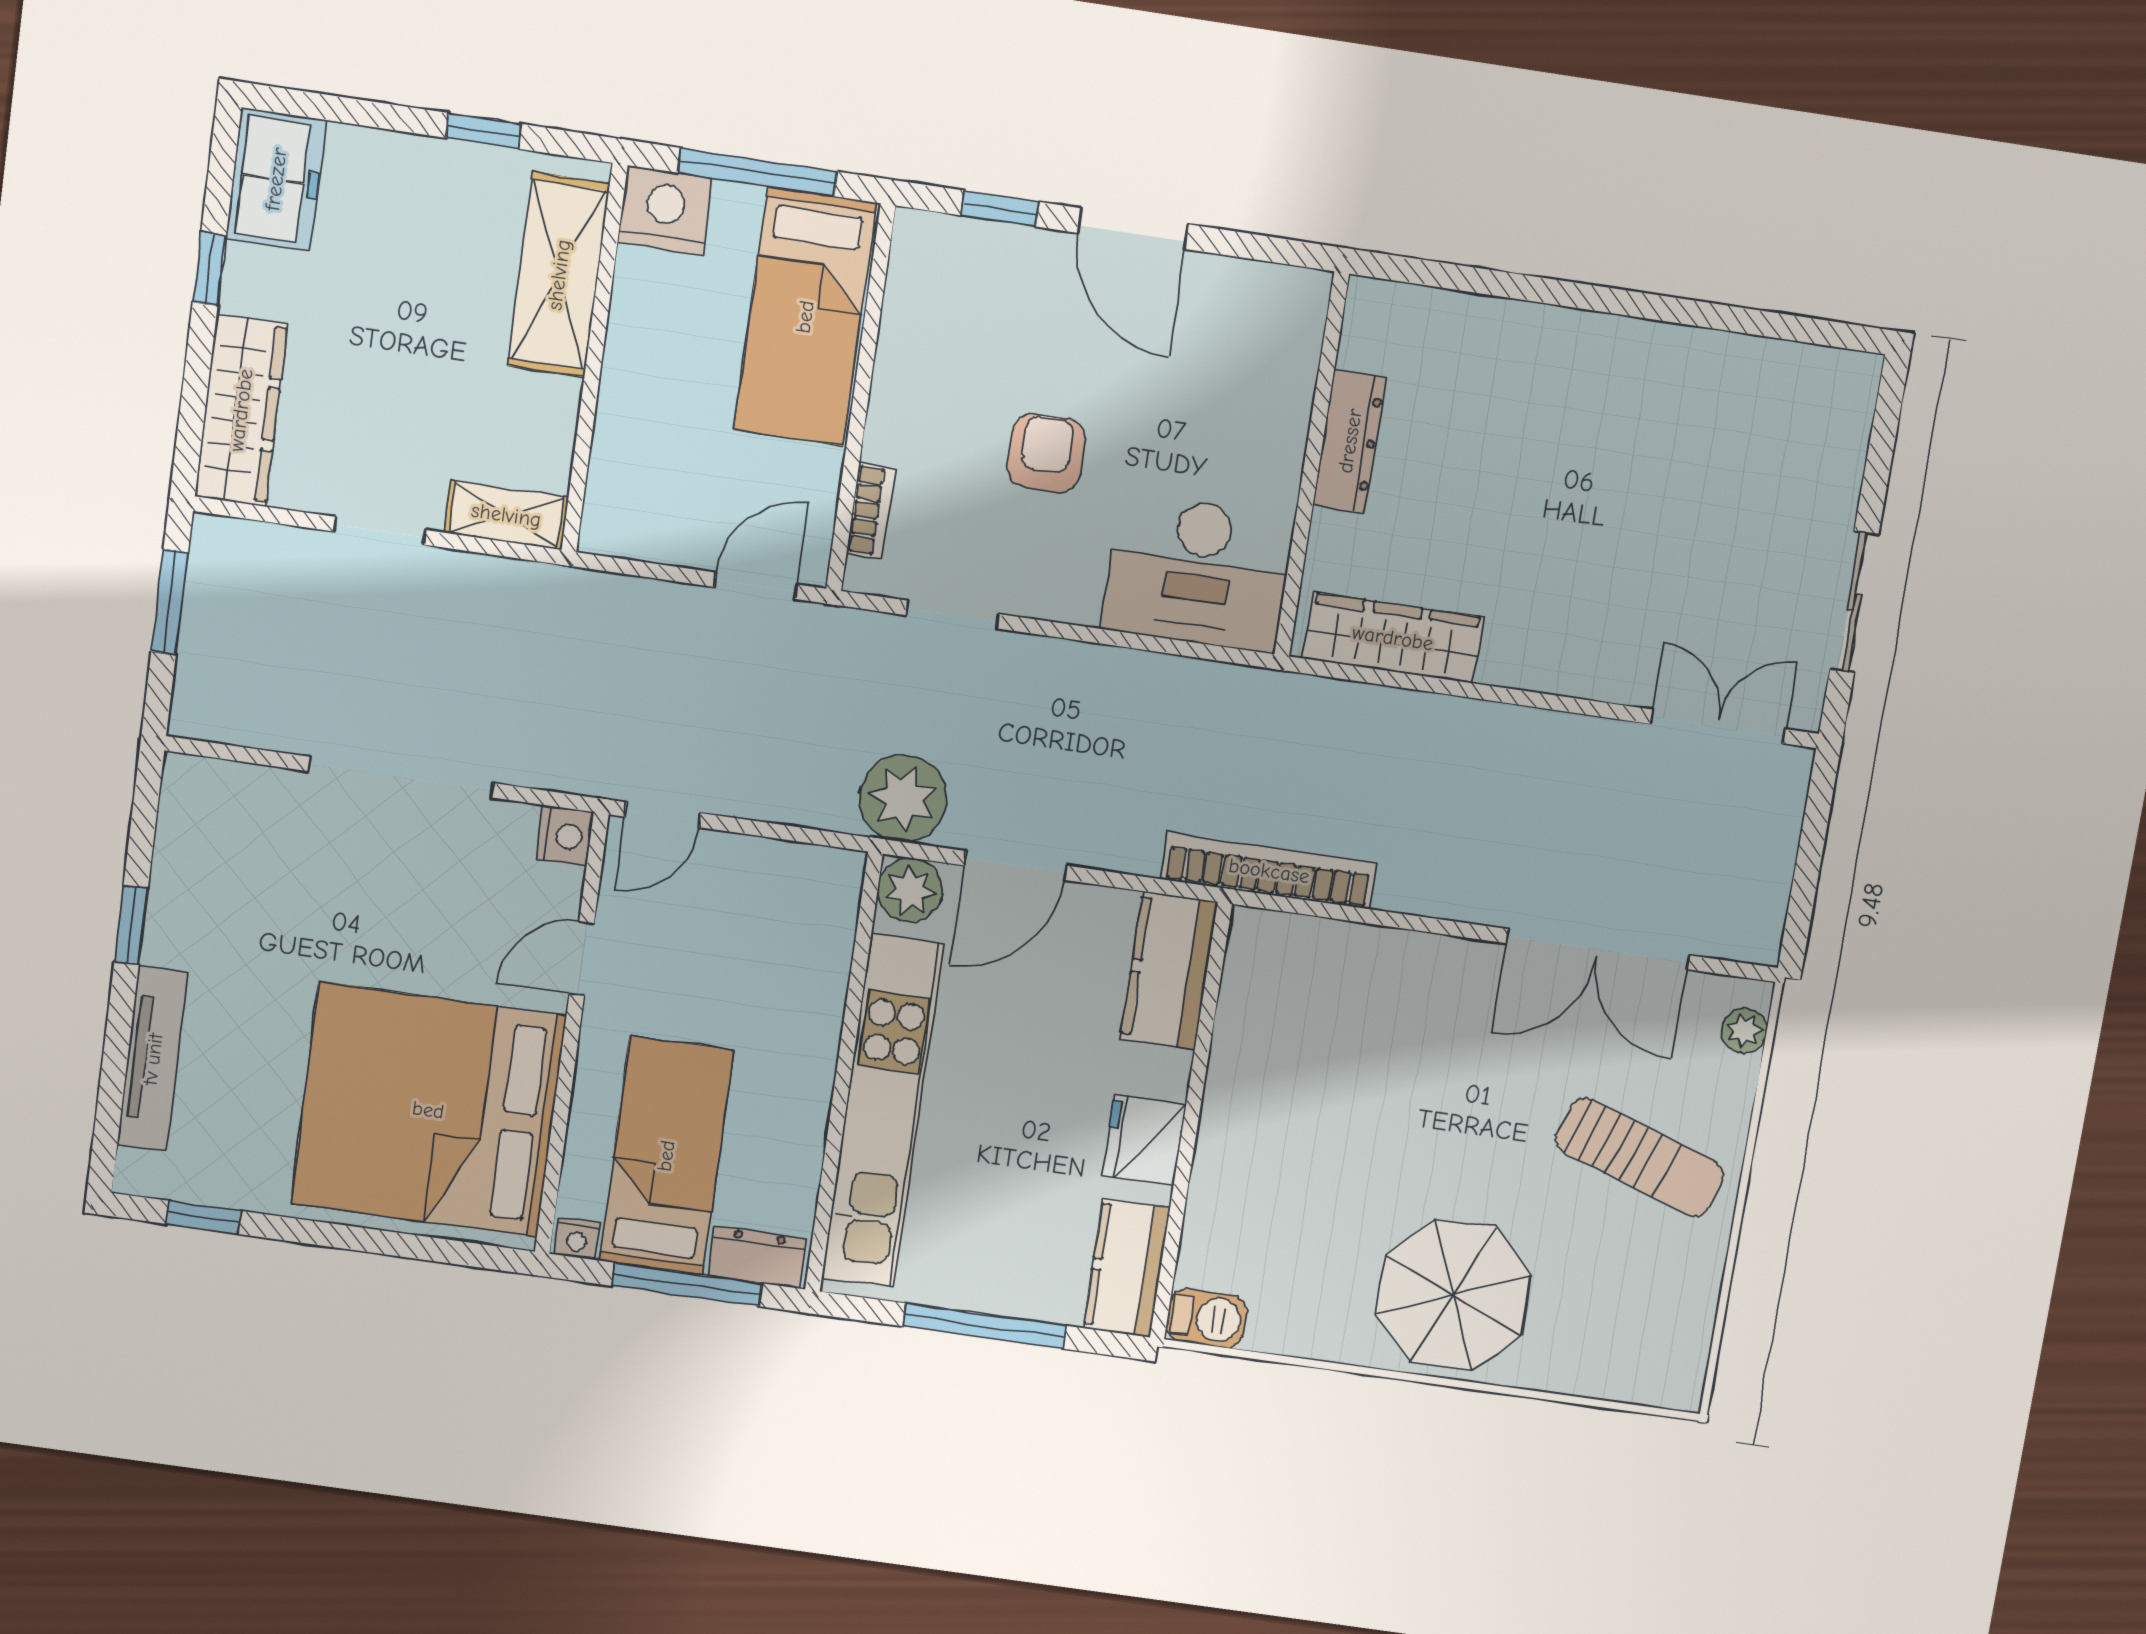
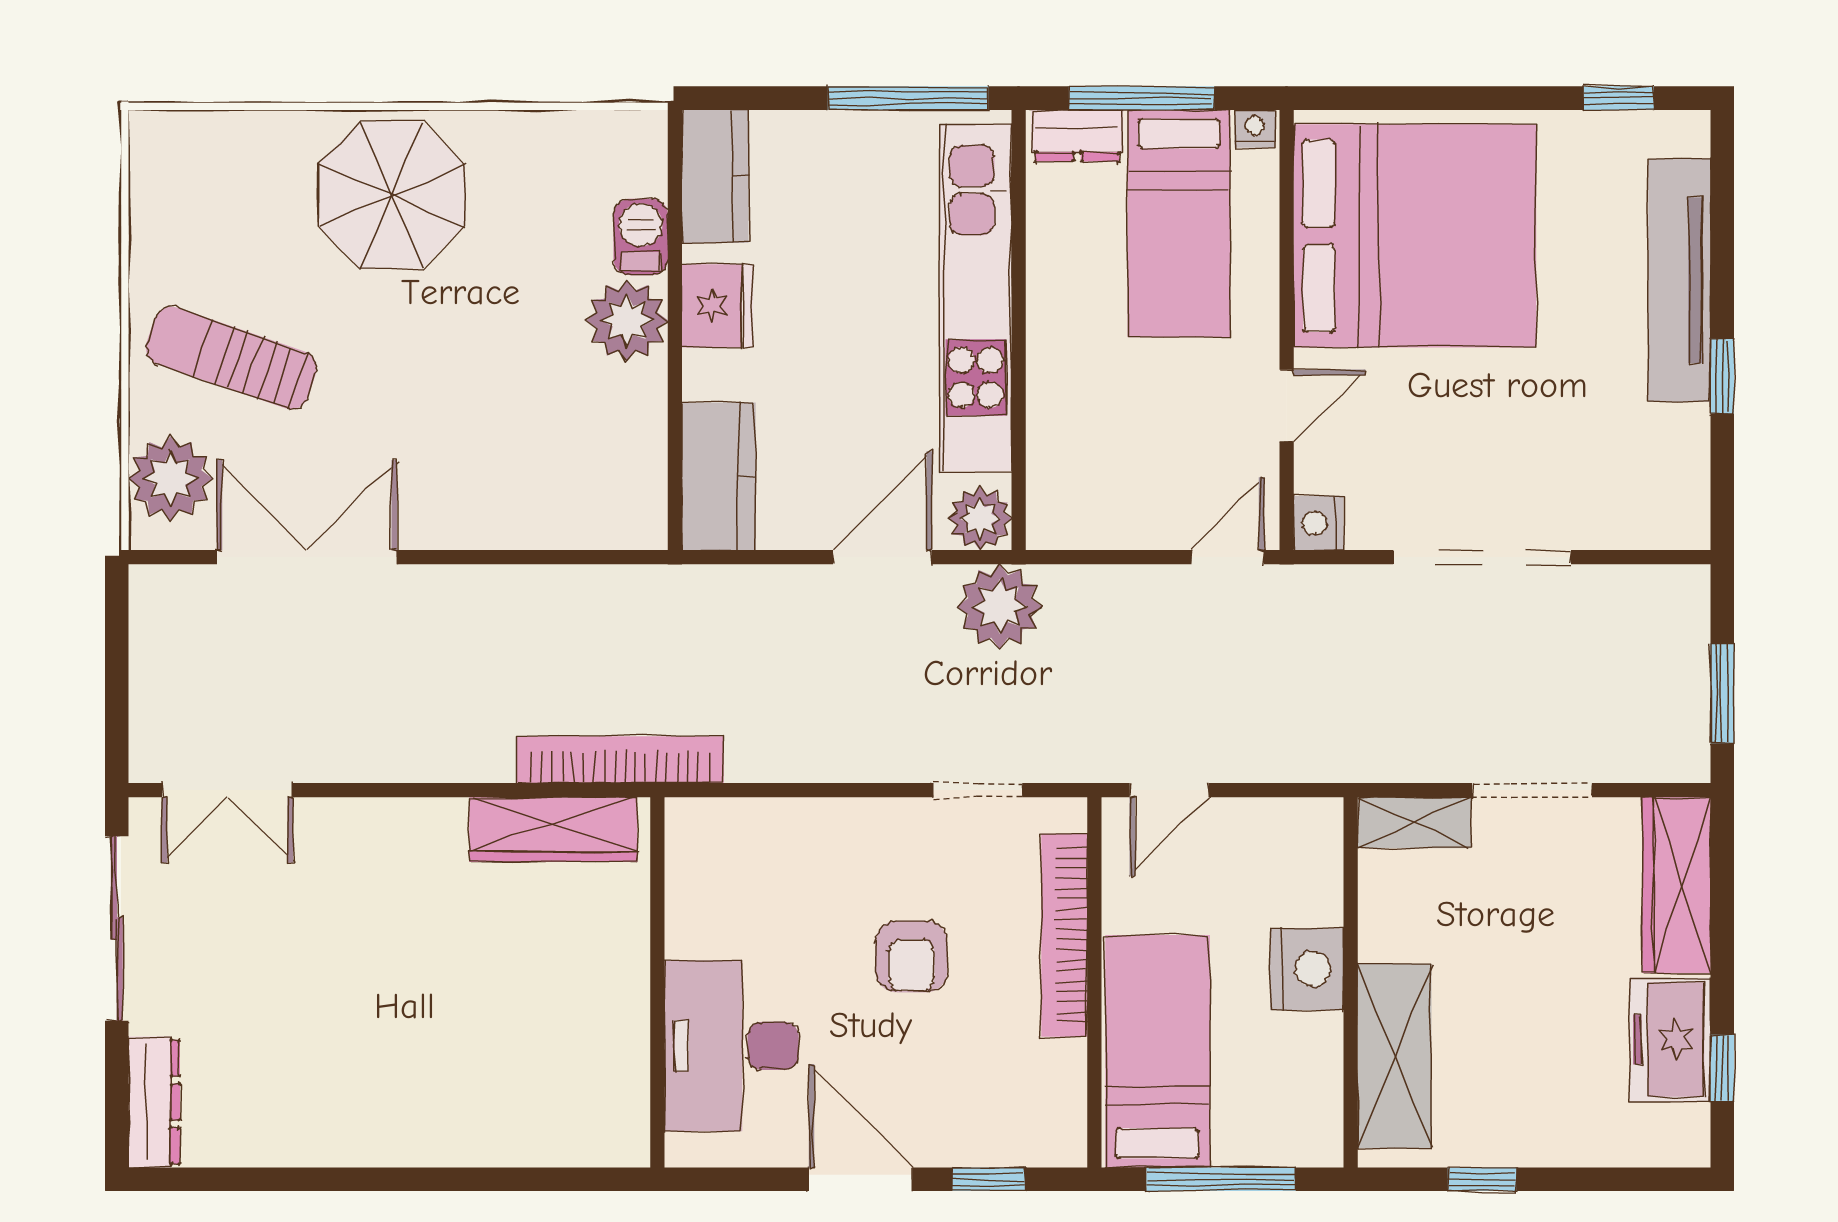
freezer: (276, 179) -> (1670, 1040), moved
nightstand: (665, 210) -> (1307, 969), moved, turned -90
window: (209, 269) -> (1722, 1068), moved
dresser: (1350, 441) -> (154, 1102), moved, turned 180
bookcase: (871, 511) -> (1064, 935), width x2.31, depth x1.31
doorway: (380, 531) -> (1532, 790), width x1.38
desk: (1198, 573) -> (731, 1046), moved, turned -90
sliding door: (1854, 602) -> (117, 929), width x1.37
bookcase: (1269, 871) -> (620, 760), moved, turned 180
plant: (1744, 1031) -> (170, 478), width x1.88, depth x1.88
tv unit: (153, 1059) -> (1679, 280), width x1.36, depth x1.29
plant: (1237, 1138) -> (627, 320), added
barbecue: (1206, 1318) -> (641, 237), moved, turned 90
window: (984, 1326) -> (908, 98), moved

